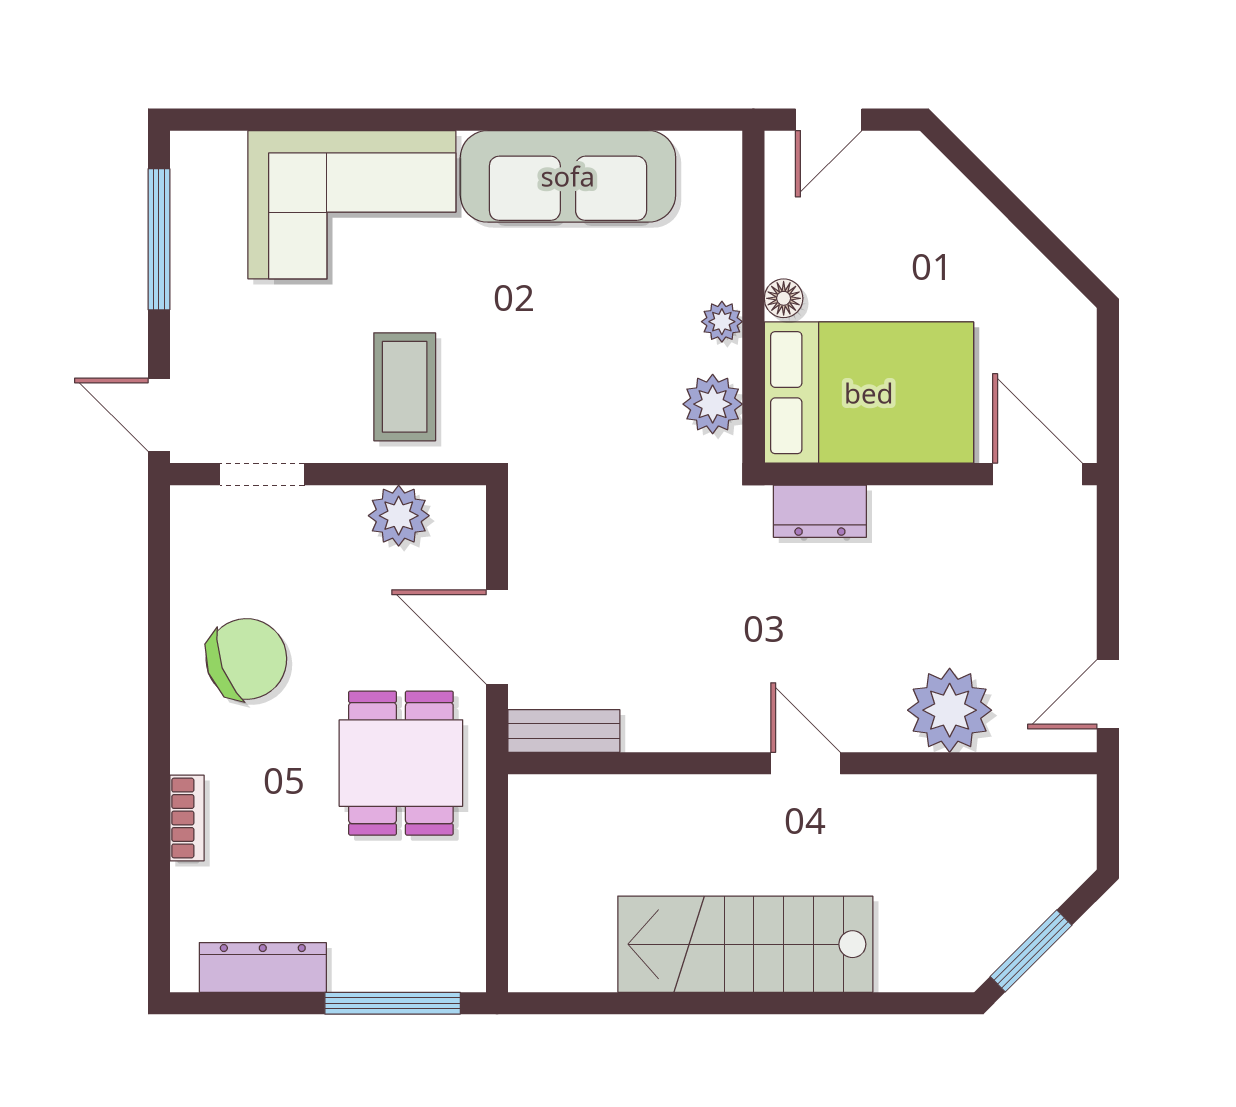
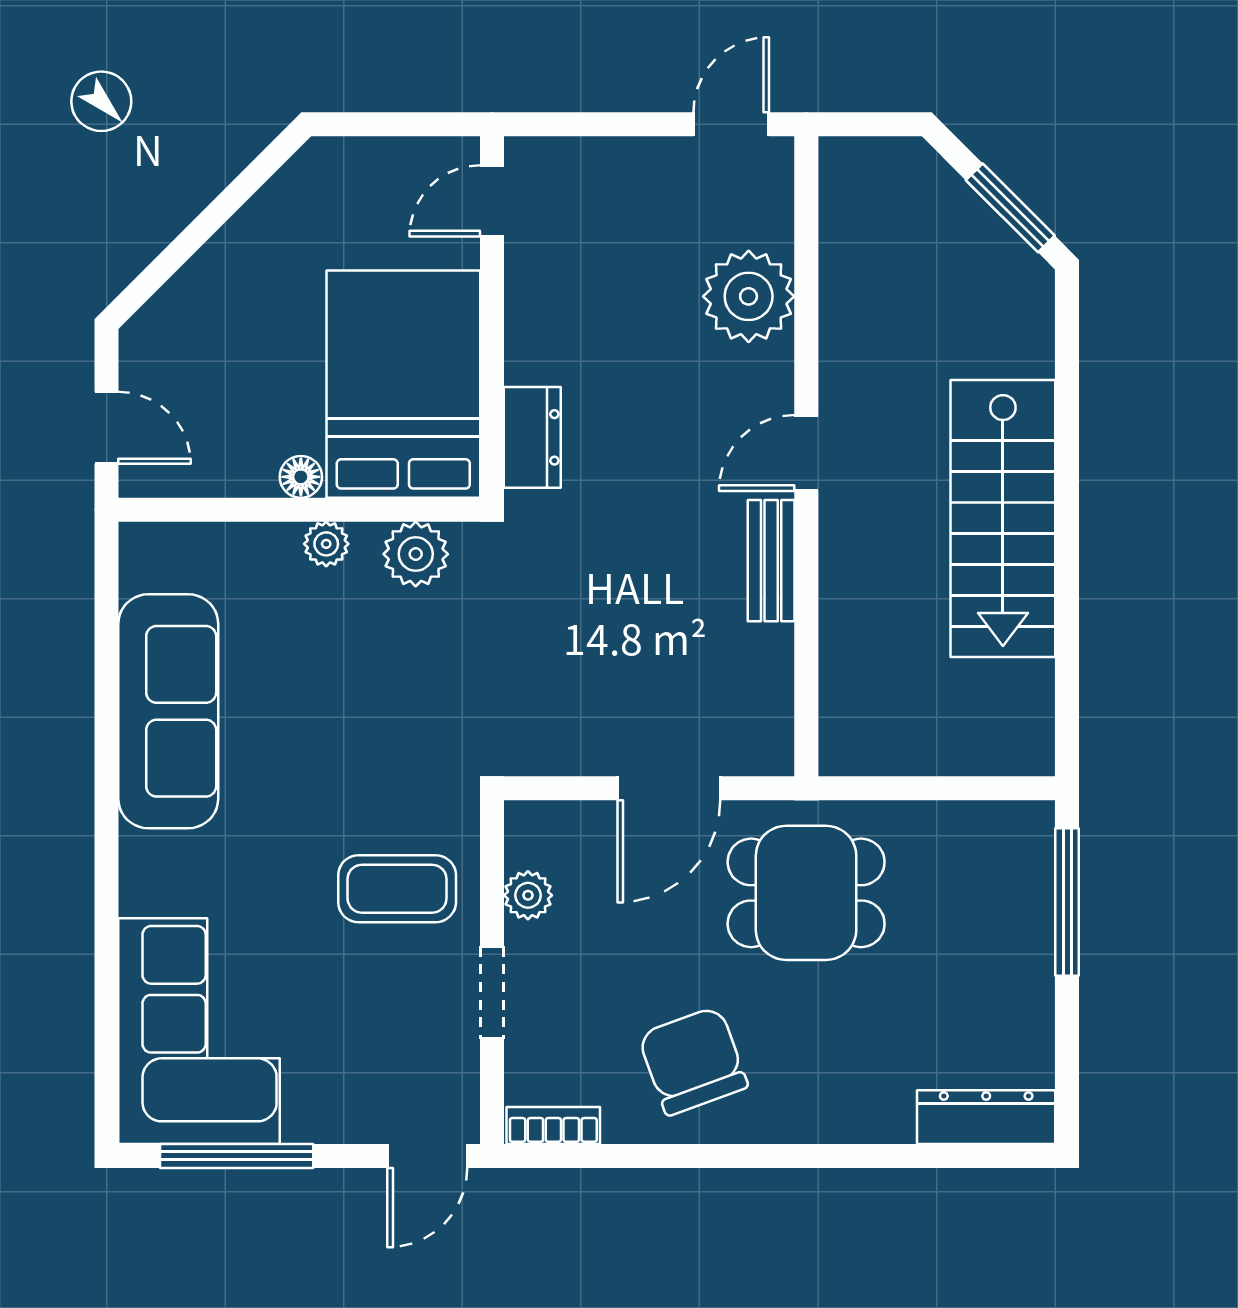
corner sofa: (352, 205) -> (199, 1031), moved
doorway: (262, 474) -> (492, 993), moved
door: (1037, 474) -> (492, 201), width x0.73
plant: (399, 516) -> (528, 895), width x0.73, depth x0.73
door: (1108, 694) -> (731, 124), swing flipped
bench: (564, 731) -> (771, 561), moved
bookcase: (187, 818) -> (553, 1125), moved
dresser: (263, 967) -> (986, 1117), moved, turned 90

